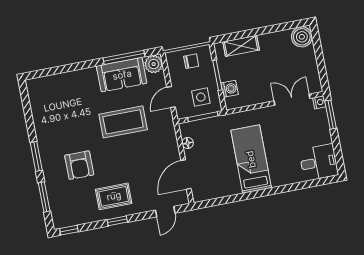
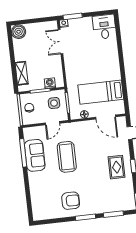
plant: (154, 64) -> (29, 133), removed
door: (171, 97) -> (52, 123), hinge flipped
bed: (251, 159) -> (101, 92), moved
armchair: (79, 165) -> (71, 201), moved

